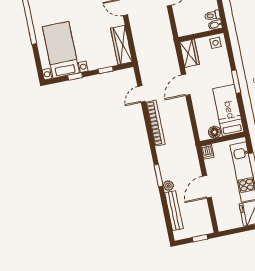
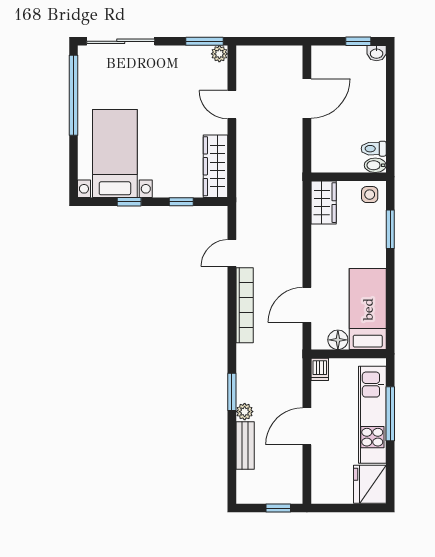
window: (236, 82) -> (390, 229), moved
door: (186, 85) -> (307, 305), moved
bench: (174, 211) -> (245, 446), width x0.73

